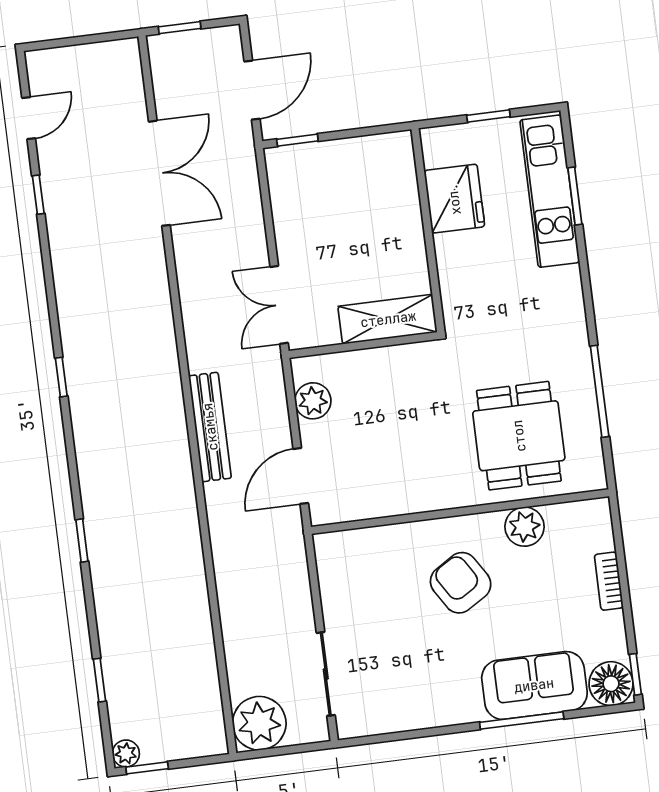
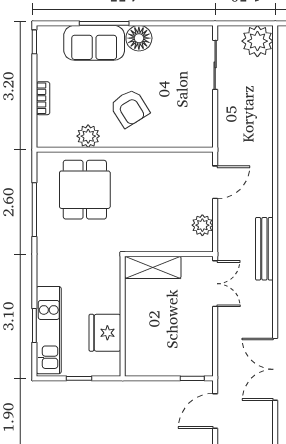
bench: (210, 427) -> (264, 249), moved
floor lamp: (611, 684) -> (139, 38), moved

